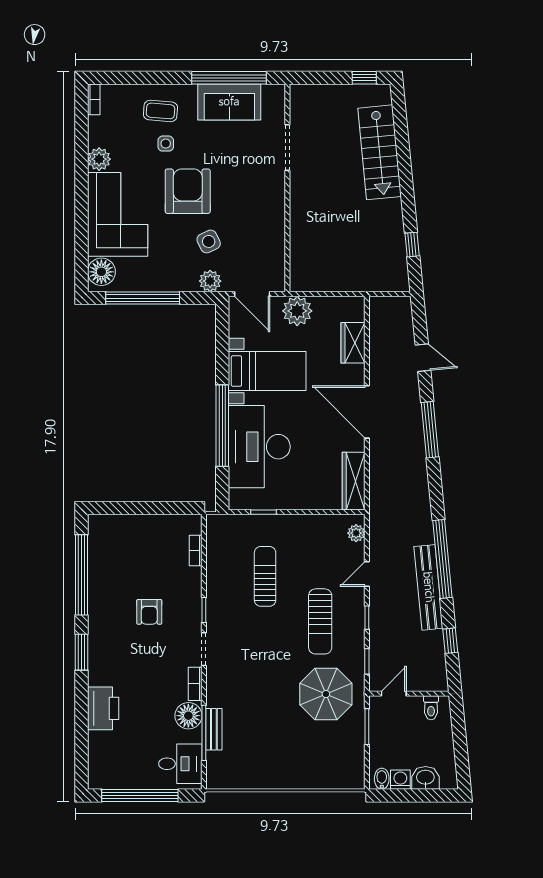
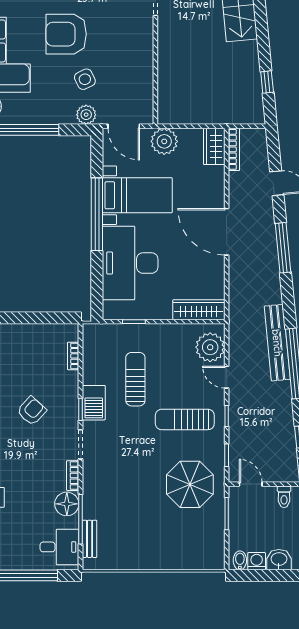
armchair: (188, 191) -> (66, 34), turned -90
bookcase: (375, 320) -> (234, 149), added
wardrobe: (353, 343) -> (214, 146), moved
window: (222, 426) -> (97, 214), moved
wardrobe: (354, 481) -> (199, 310), moved, turned 90
plant: (356, 533) -> (210, 347), width x1.88, depth x1.88
door: (367, 574) -> (227, 377), hinge flipped
bench: (428, 587) -> (277, 343), moved
barbecue: (219, 603) -> (94, 403), added
armchair: (149, 612) -> (32, 411), turned -138
sun lounger: (320, 621) -> (185, 419), turned 90
door: (394, 694) -> (251, 484), hinge flipped
bench: (214, 729) -> (90, 539), moved

